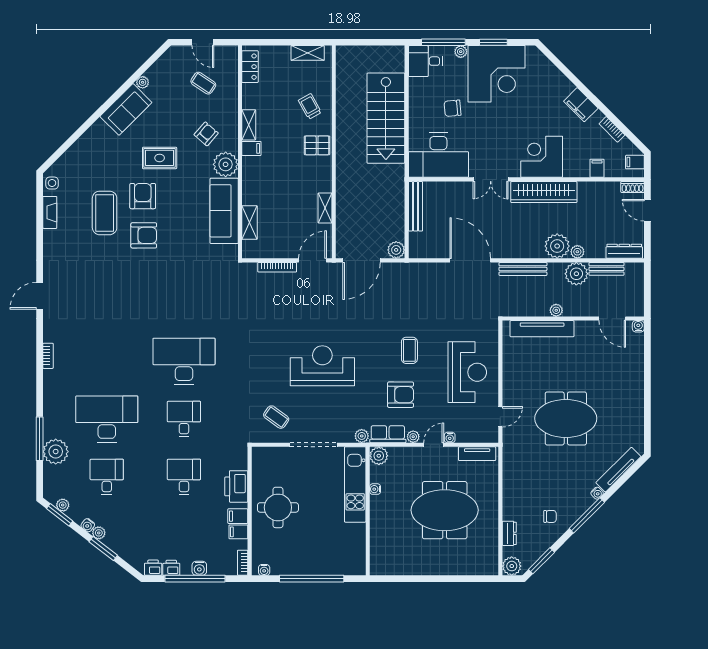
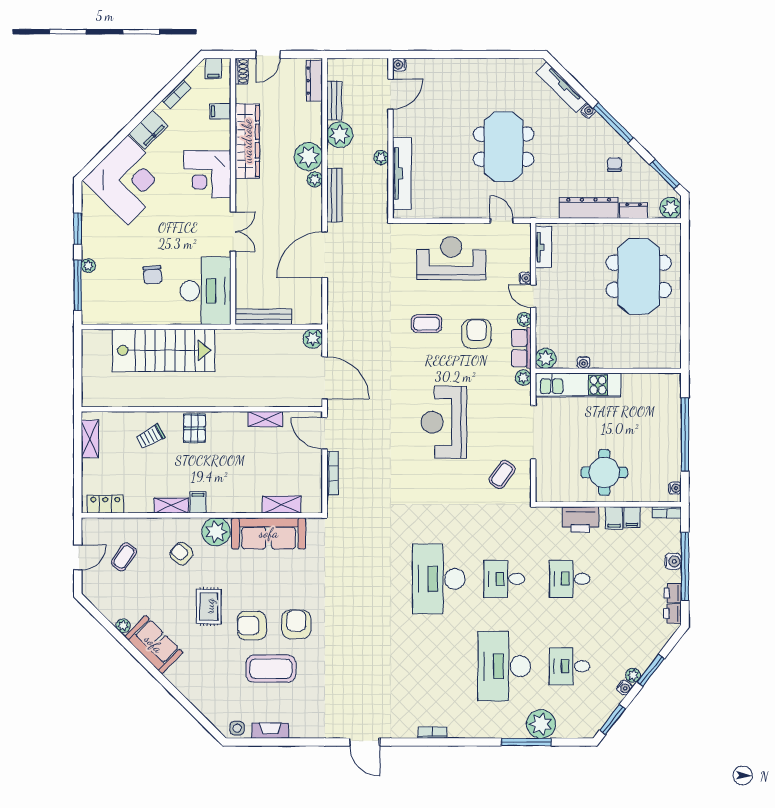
desk: (425, 61) -> (99, 306), removed
corner desk: (496, 74) -> (128, 180), moved, turned 45
wardrobe: (544, 192) -> (247, 141), moved
plant: (577, 252) -> (315, 179), moved
dresser: (512, 494) -> (589, 208), added
plant: (63, 505) -> (602, 716), removed
meeting table: (445, 510) -> (639, 276), moved

